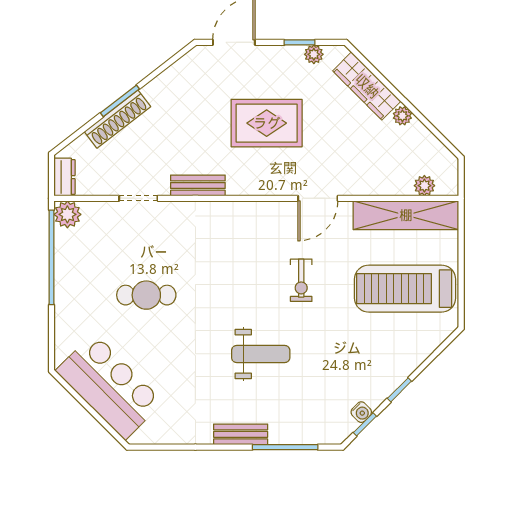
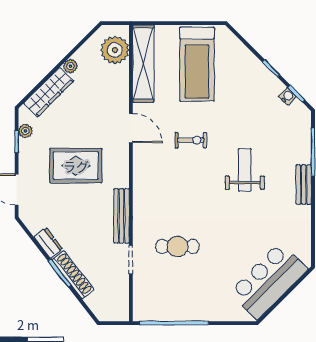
rug: (267, 123) -> (76, 166), turned 90
dresser: (65, 177) -> (48, 243), moved, turned 52
bench: (198, 186) -> (121, 216), width x1.36
plant: (424, 186) -> (115, 50), width x1.87, depth x1.87
plant: (67, 214) -> (143, 311), removed
cafe table: (146, 295) -> (177, 246), moved, turned 90

